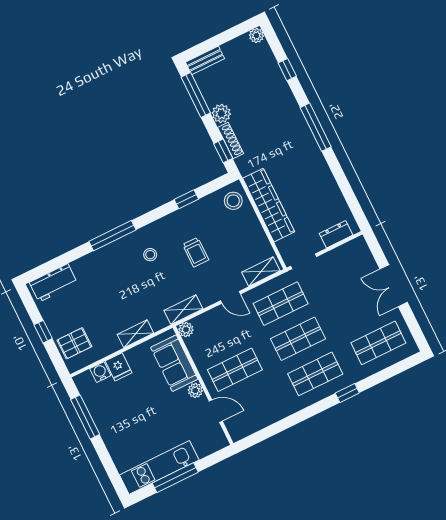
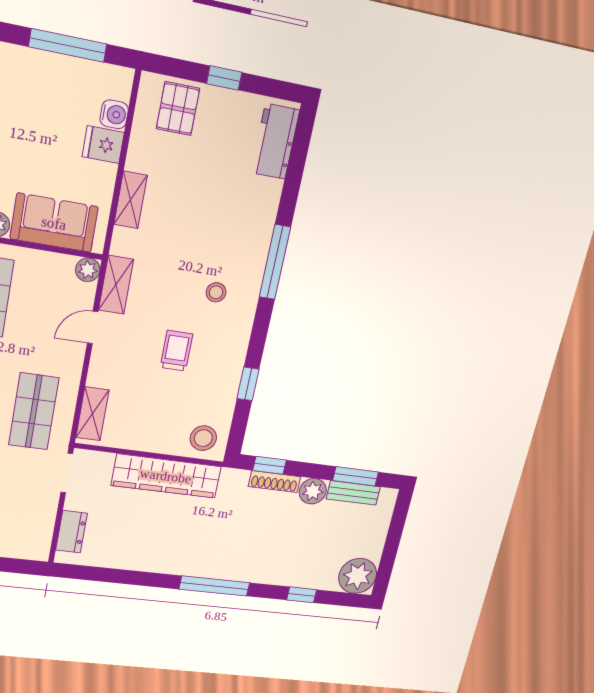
plant: (256, 36) -> (358, 576), width x1.87, depth x1.87
bench: (205, 60) -> (353, 493), moved, turned 90
window: (196, 95) -> (356, 476), width x0.69
trolley: (196, 252) -> (176, 351), turned 90
door: (230, 297) -> (93, 327), moved

